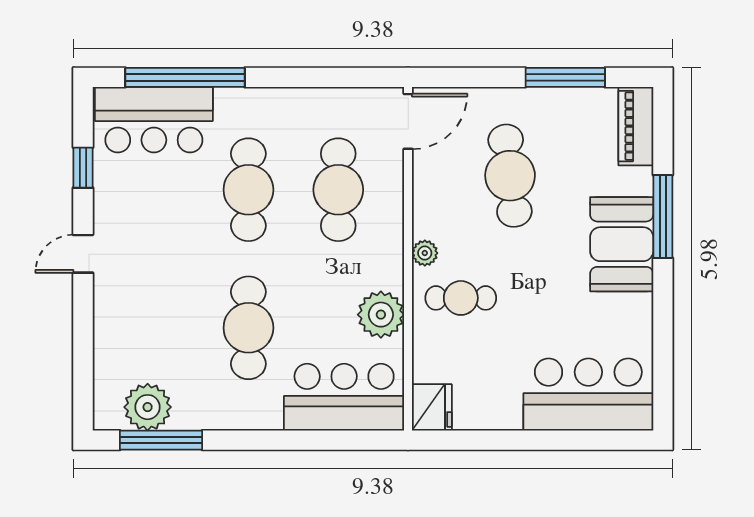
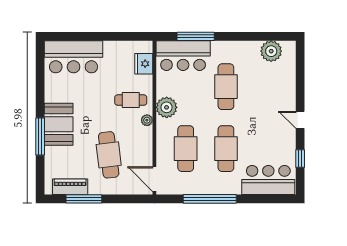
window: (185, 77) -> (210, 199), moved
door: (408, 121) -> (154, 179), hinge flipped
piano: (636, 126) -> (70, 187), moved, turned -90
door: (83, 254) -> (300, 120), swing flipped
plant: (381, 315) -> (167, 107), moved
fridge: (432, 407) -> (144, 64), moved
window: (161, 440) -> (196, 36), moved

